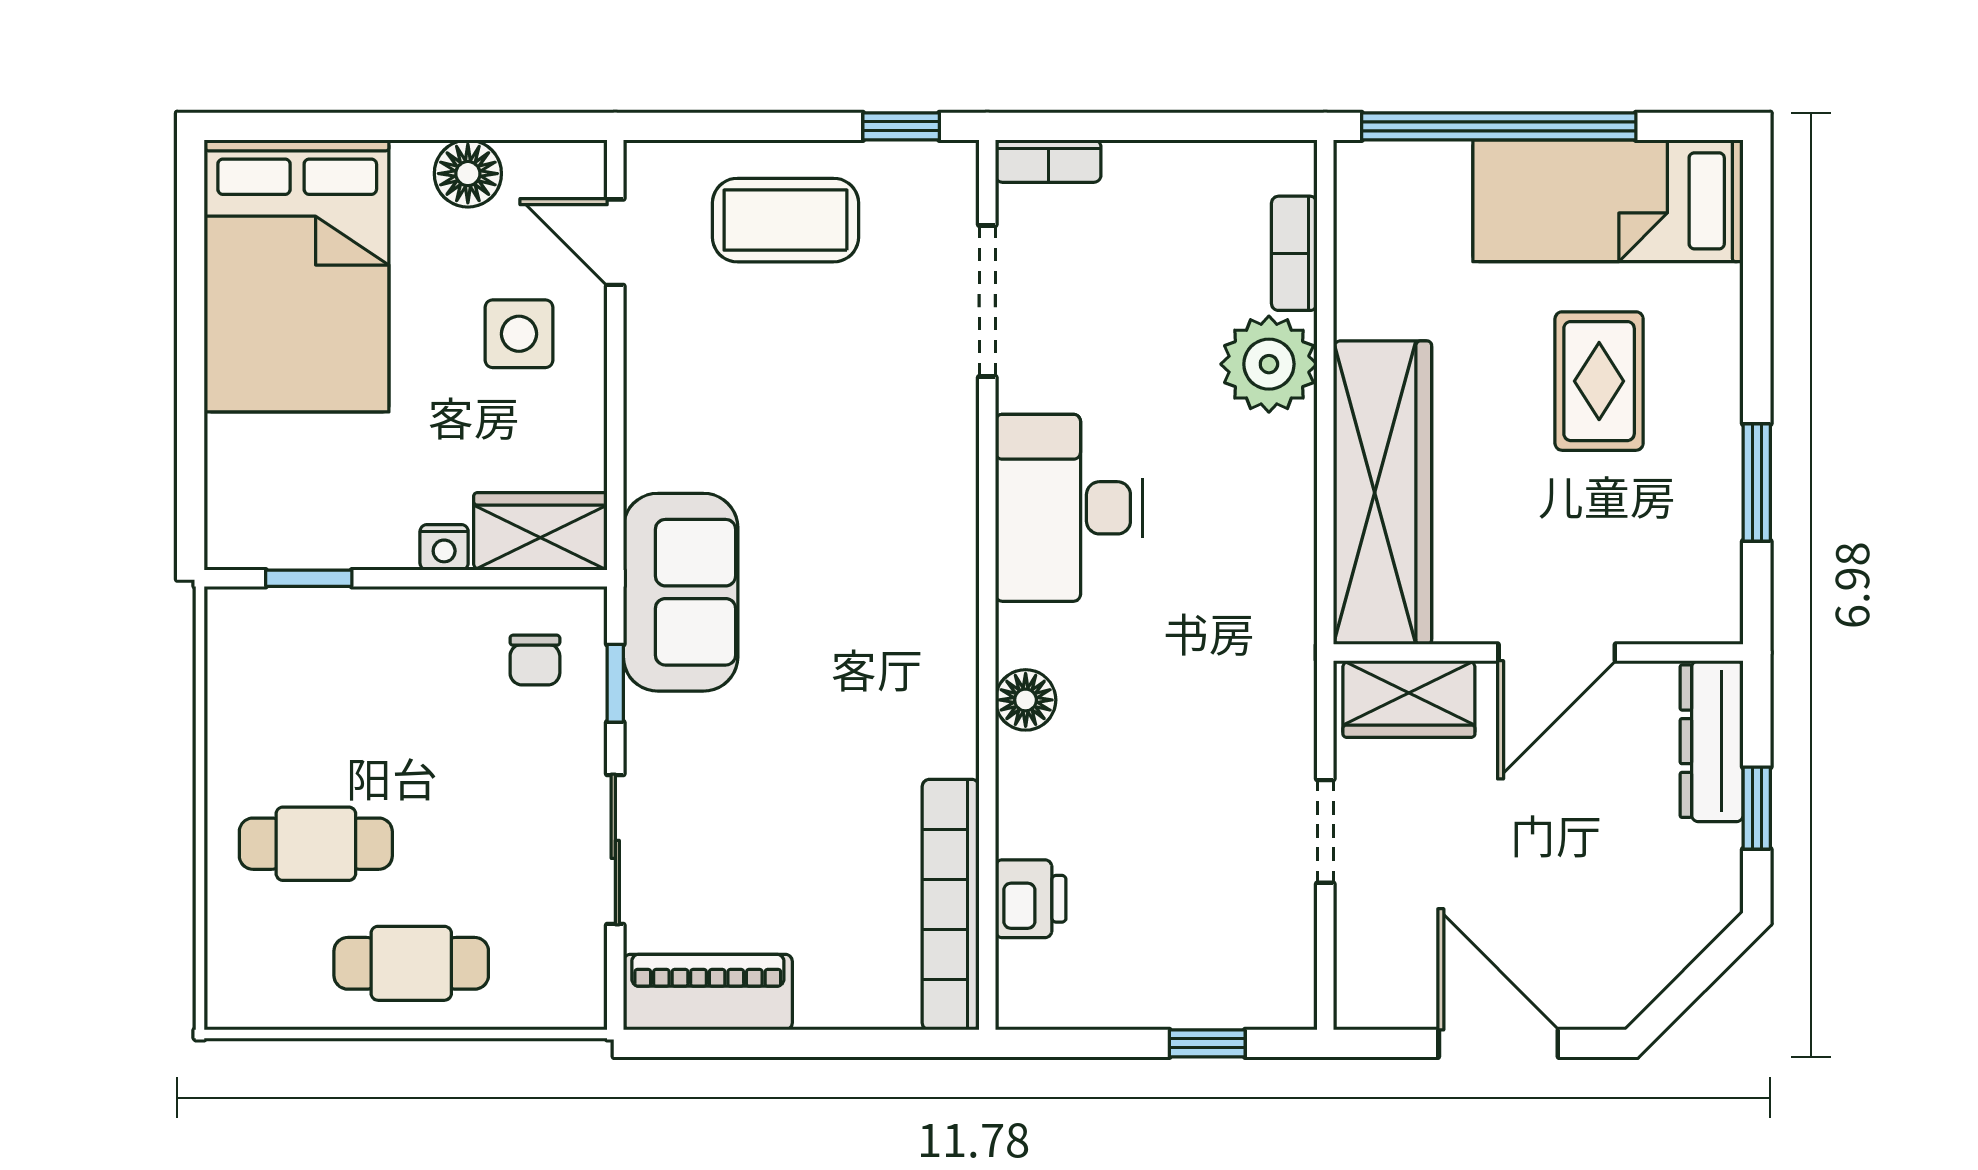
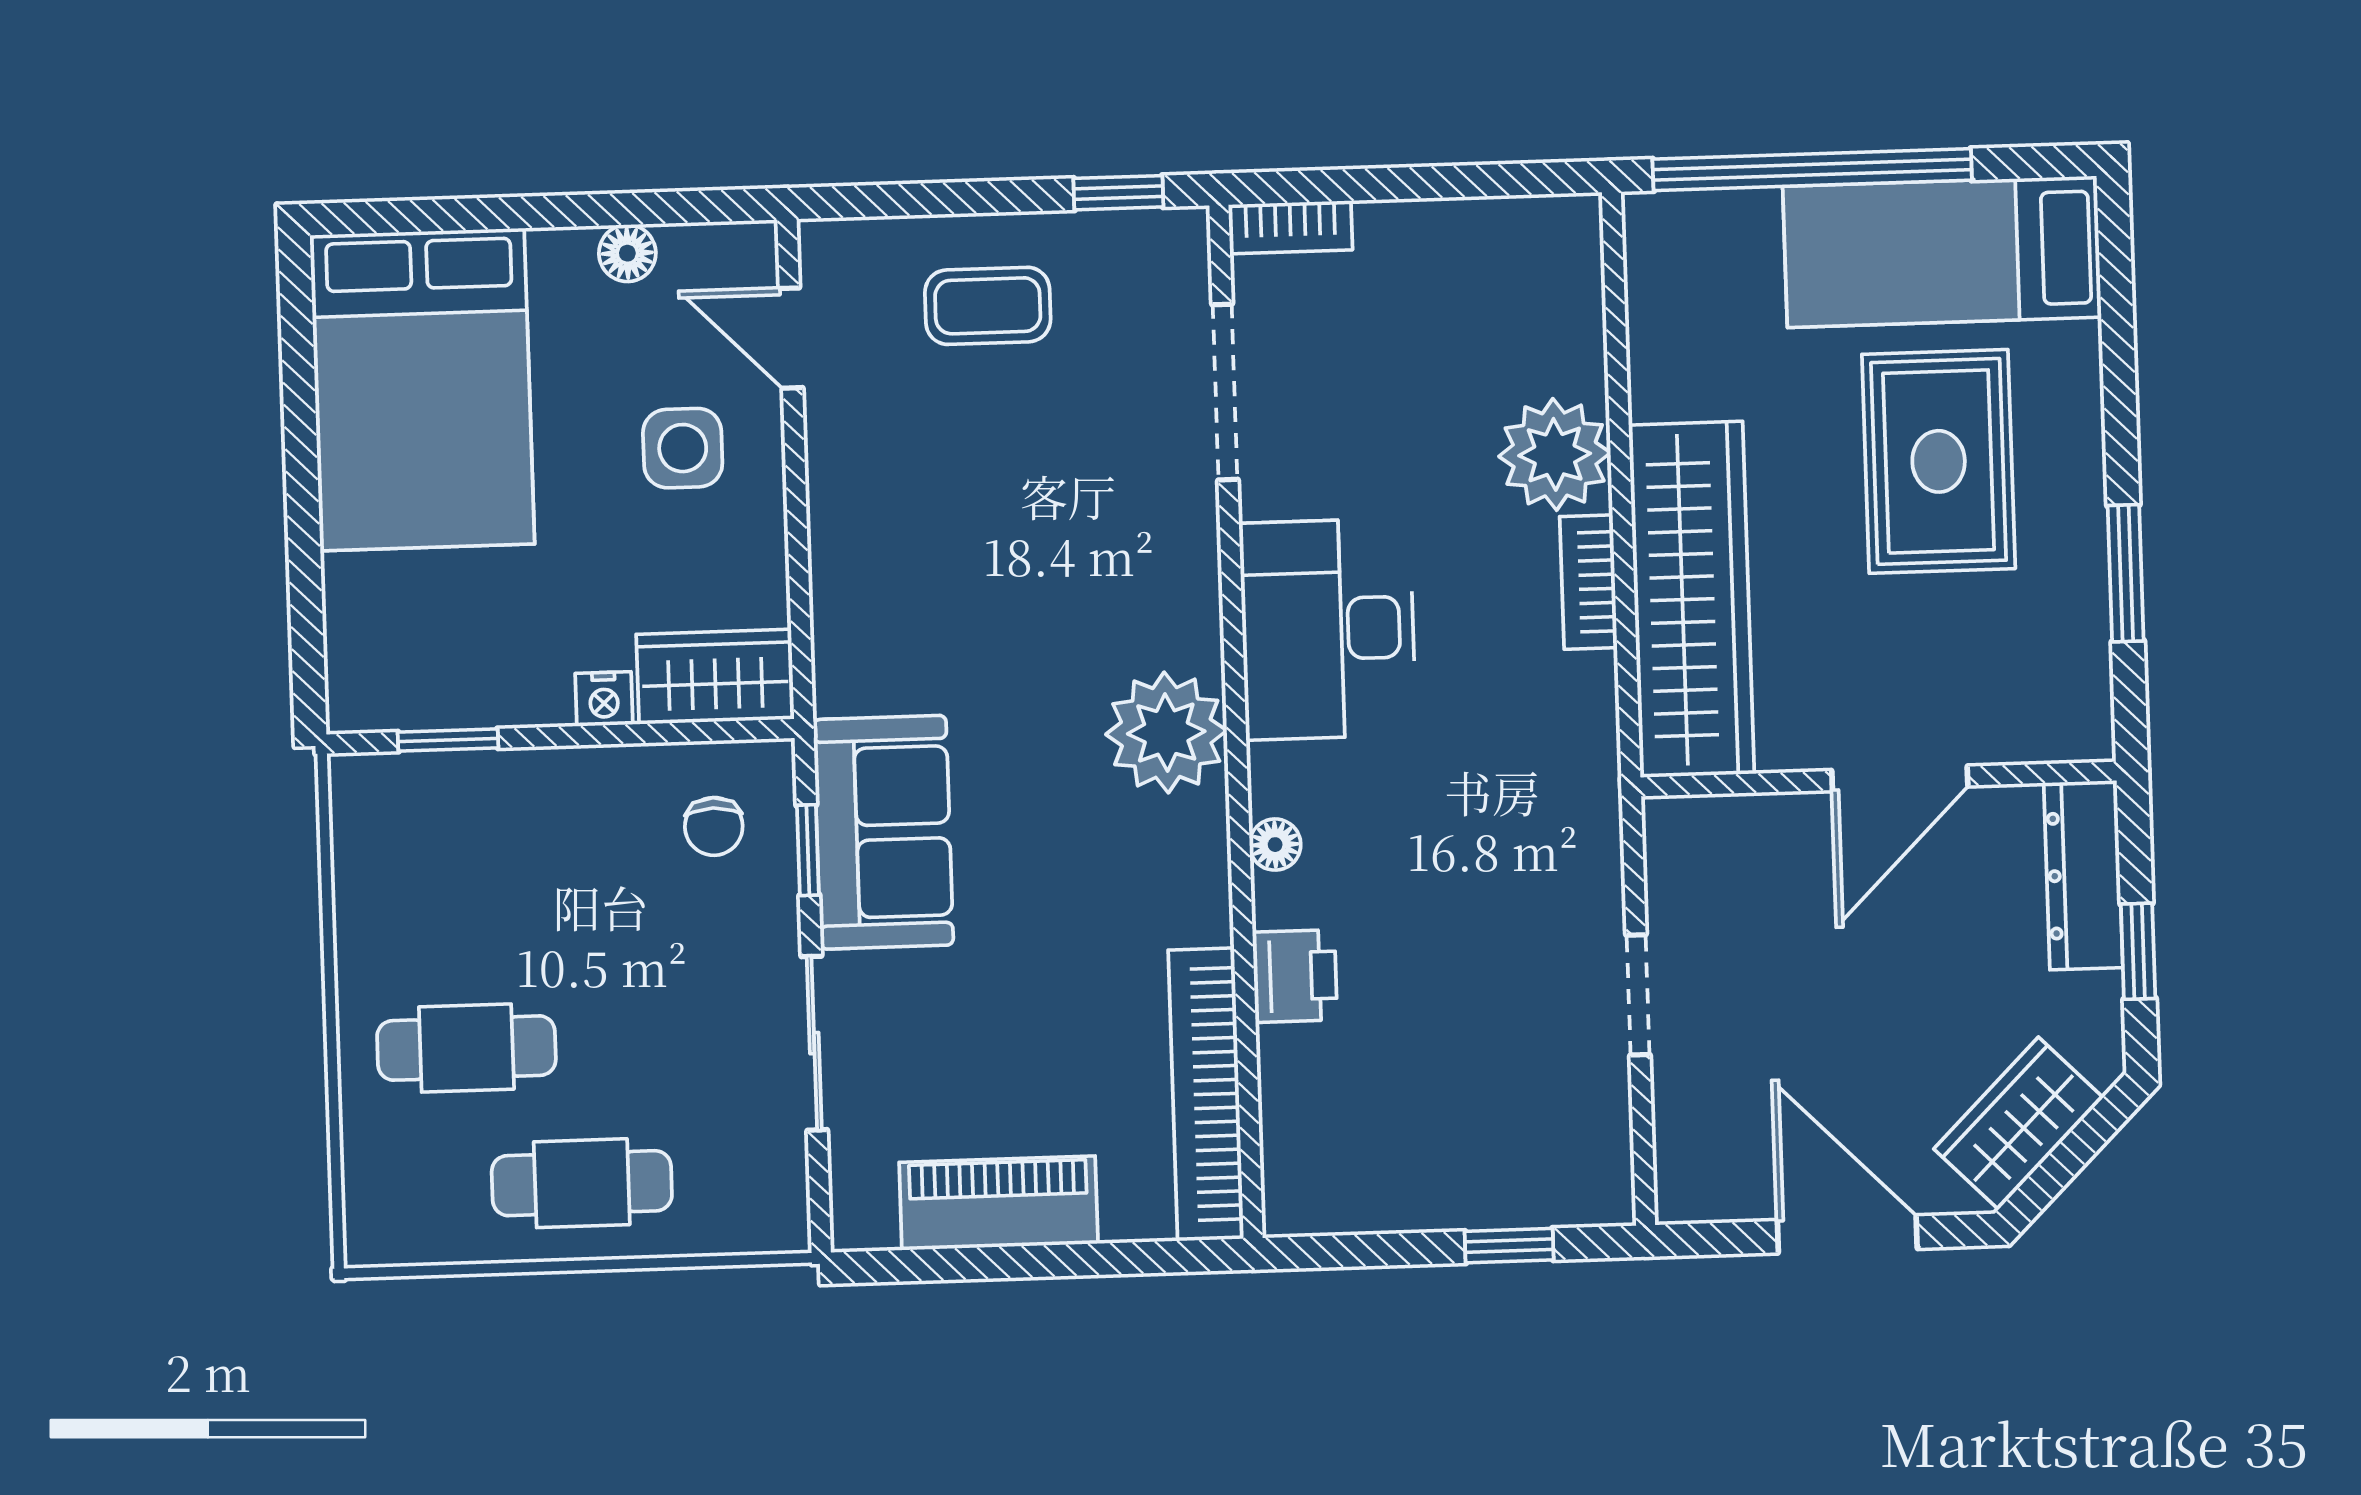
floor lamp: (468, 174) -> (627, 253), width x0.73, depth x0.73
coffee table: (785, 220) -> (988, 306), width x0.73, depth x0.77
bookcase: (1294, 253) -> (1588, 582), moved
rug: (1599, 381) -> (1939, 461), width x1.36, depth x1.43
sofa: (681, 592) -> (883, 832), moved
plant: (927, 592) -> (1166, 732), added
wardrobe: (1409, 699) -> (2018, 1123), moved, turned 135
floor lamp: (1026, 700) -> (1275, 845), width x0.73, depth x0.73
printer: (1031, 899) -> (1295, 976), moved
piano: (708, 992) -> (999, 1203), moved

